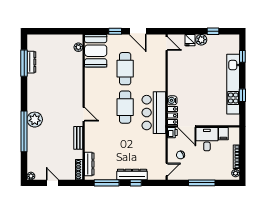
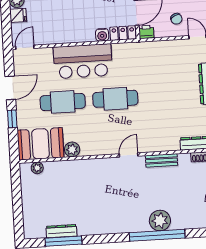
plant: (90, 73) -> (72, 149), added
bar counter: (154, 113) -> (83, 61), moved
plant: (35, 120) -> (160, 221), moved

